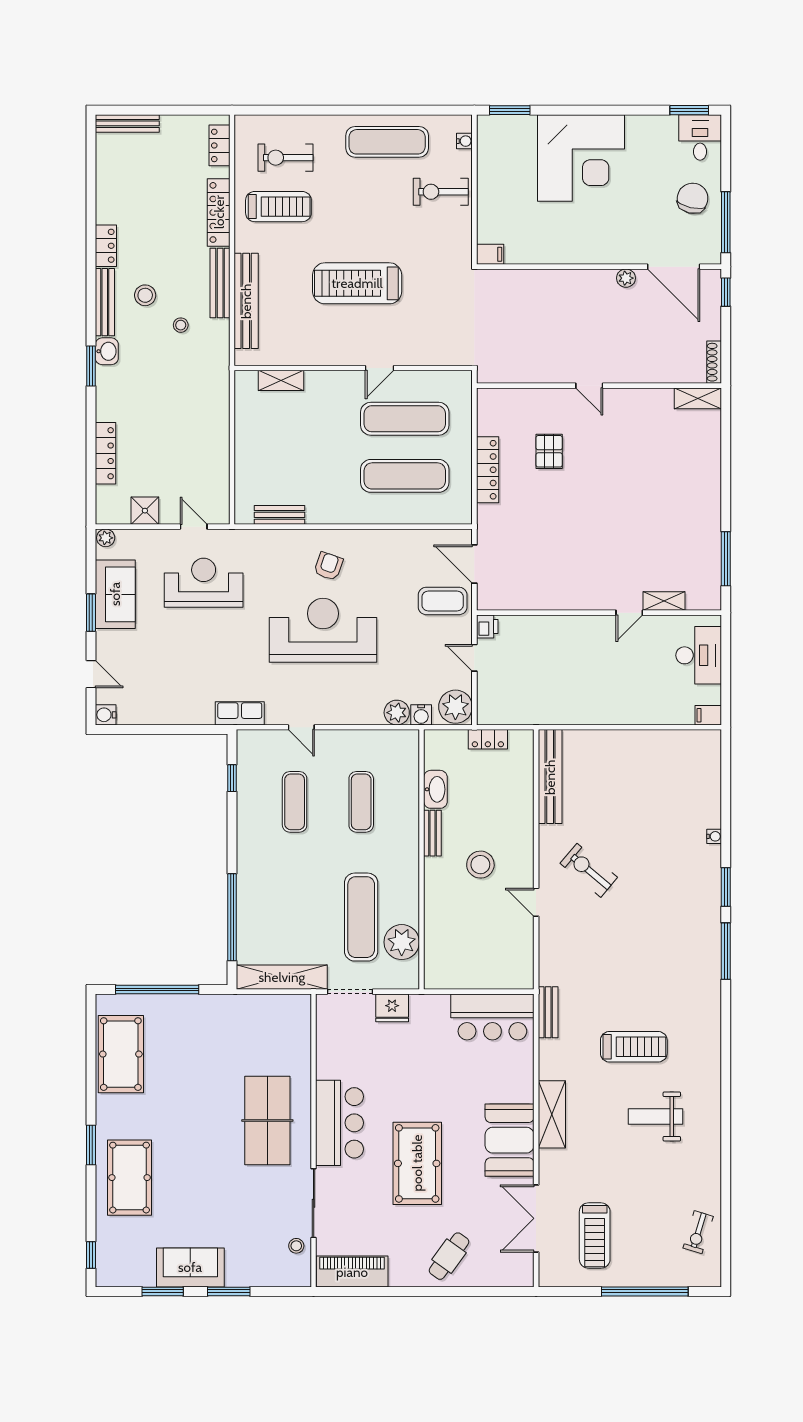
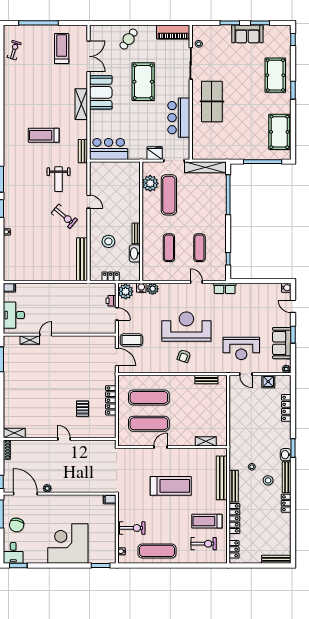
printer: (487, 627) -> (111, 301), moved
reception desk: (323, 630) -> (186, 327), turned 180
stool: (480, 865) -> (108, 241), moved
weight bench: (656, 1116) -> (59, 179), moved, turned 90
bar counter: (340, 1123) -> (179, 118), moved

